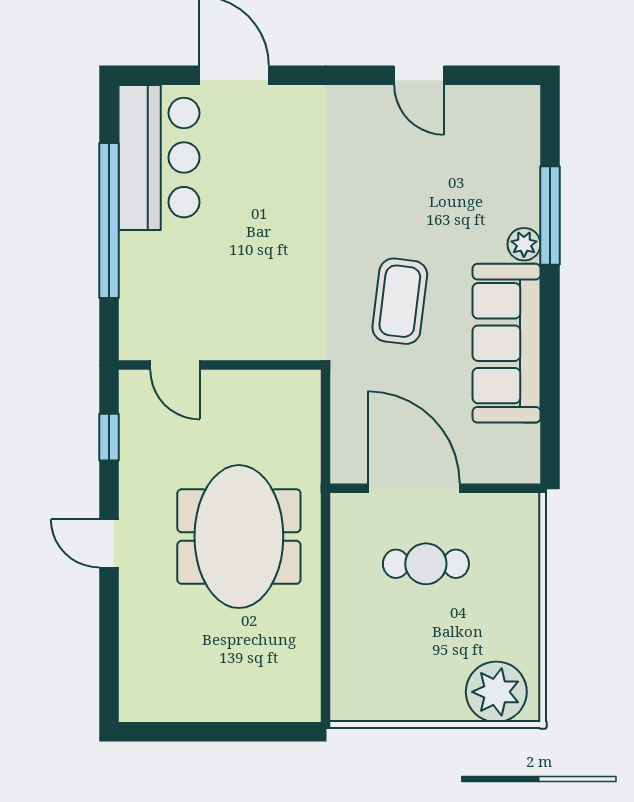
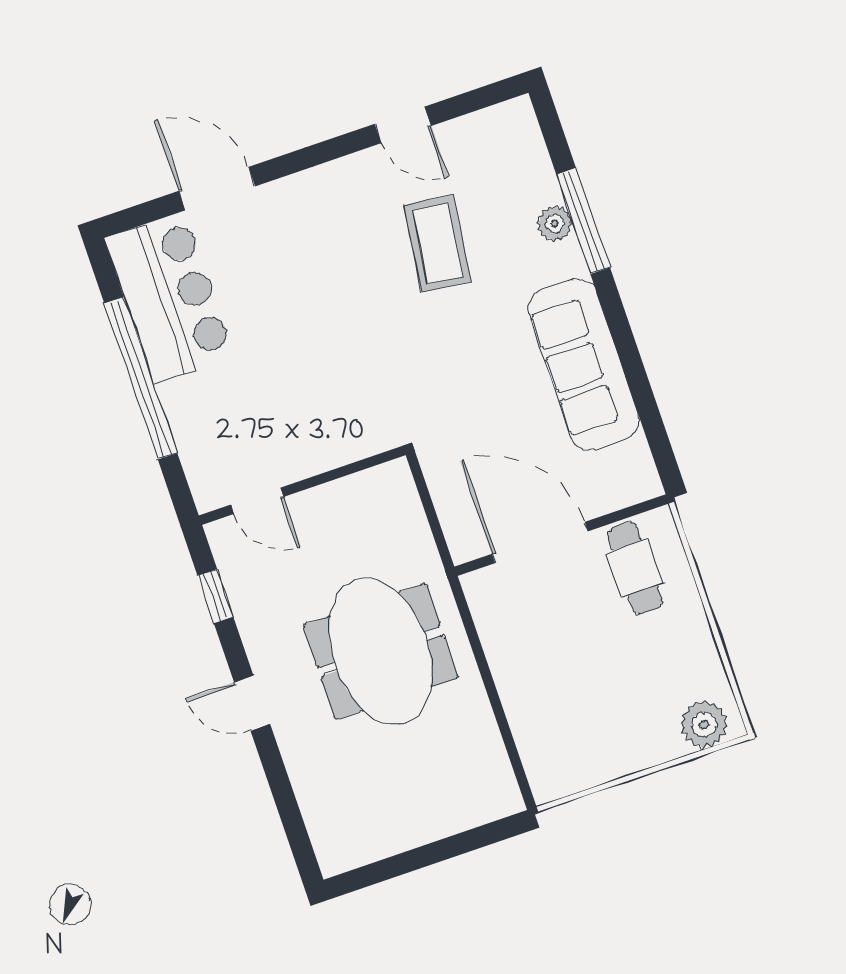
plant: (524, 244) -> (555, 224), moved
coffee table: (400, 301) -> (437, 243), moved
cafe table: (426, 564) -> (635, 568), moved, turned 90
plant: (496, 692) -> (704, 724), width x0.73, depth x0.73

